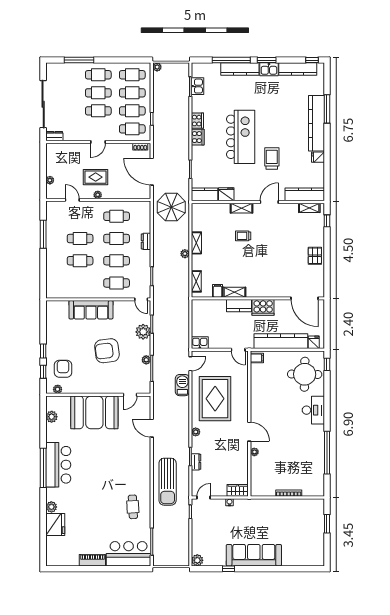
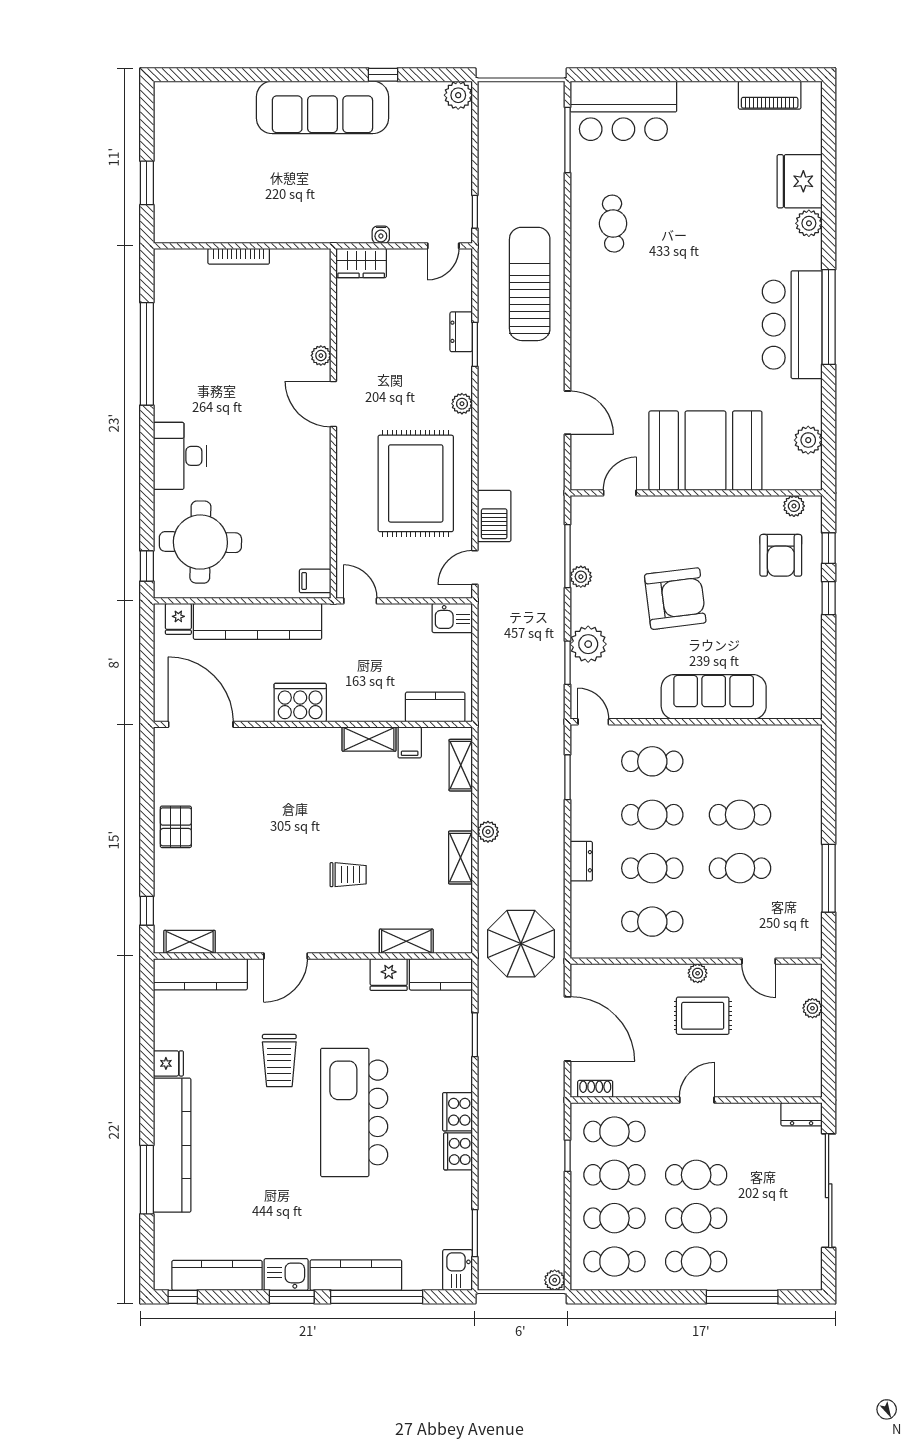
kitchen sink: (198, 86) -> (458, 1270), moved
shelving: (241, 208) -> (406, 941), moved
kitchen counter: (239, 306) -> (435, 707), moved
piano: (92, 560) -> (770, 95), moved

